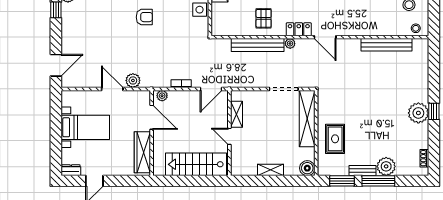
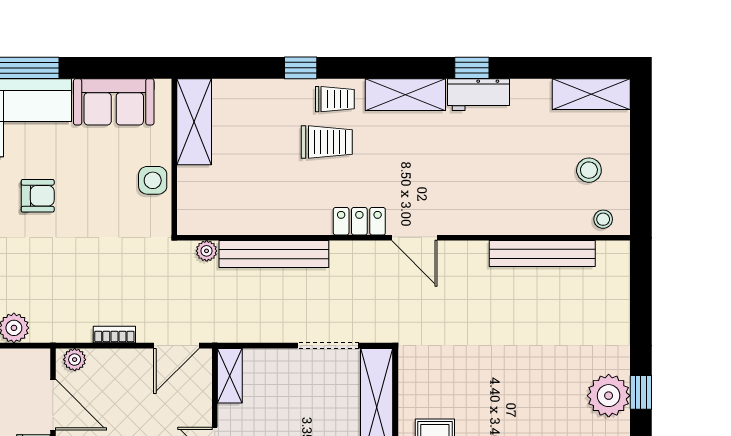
pallet: (264, 18) -> (286, 199), removed
plant: (290, 44) -> (207, 251), moved
shelving: (237, 114) -> (230, 376), moved

